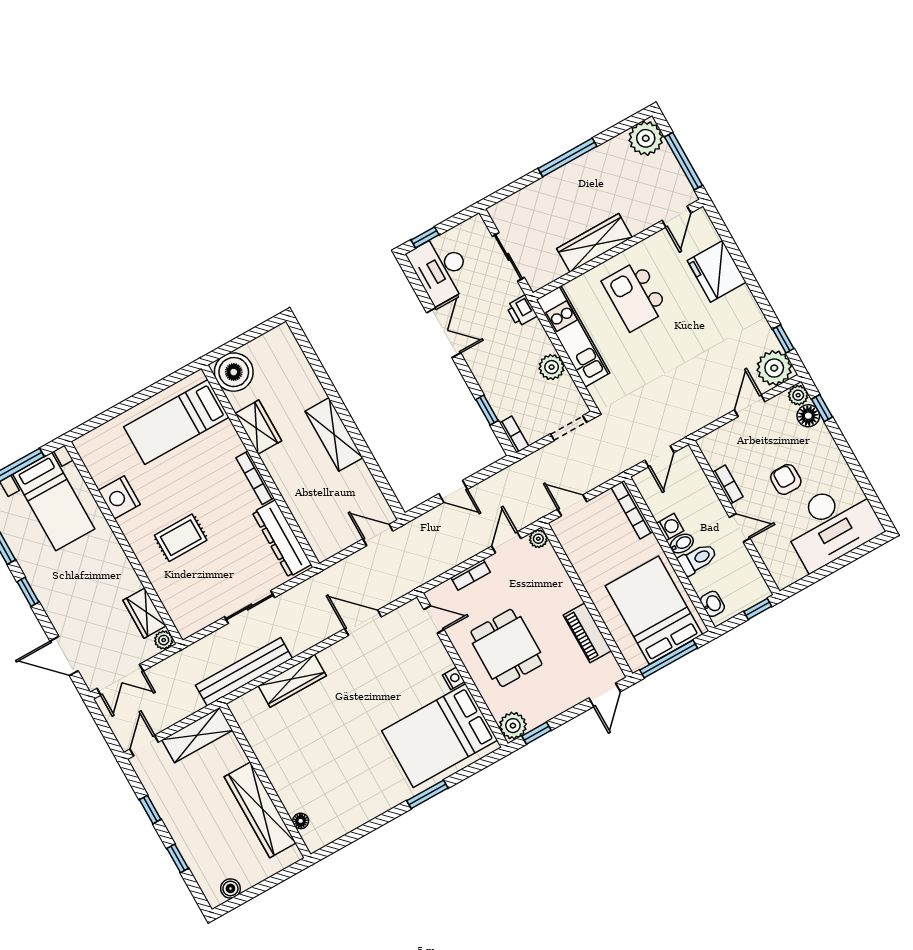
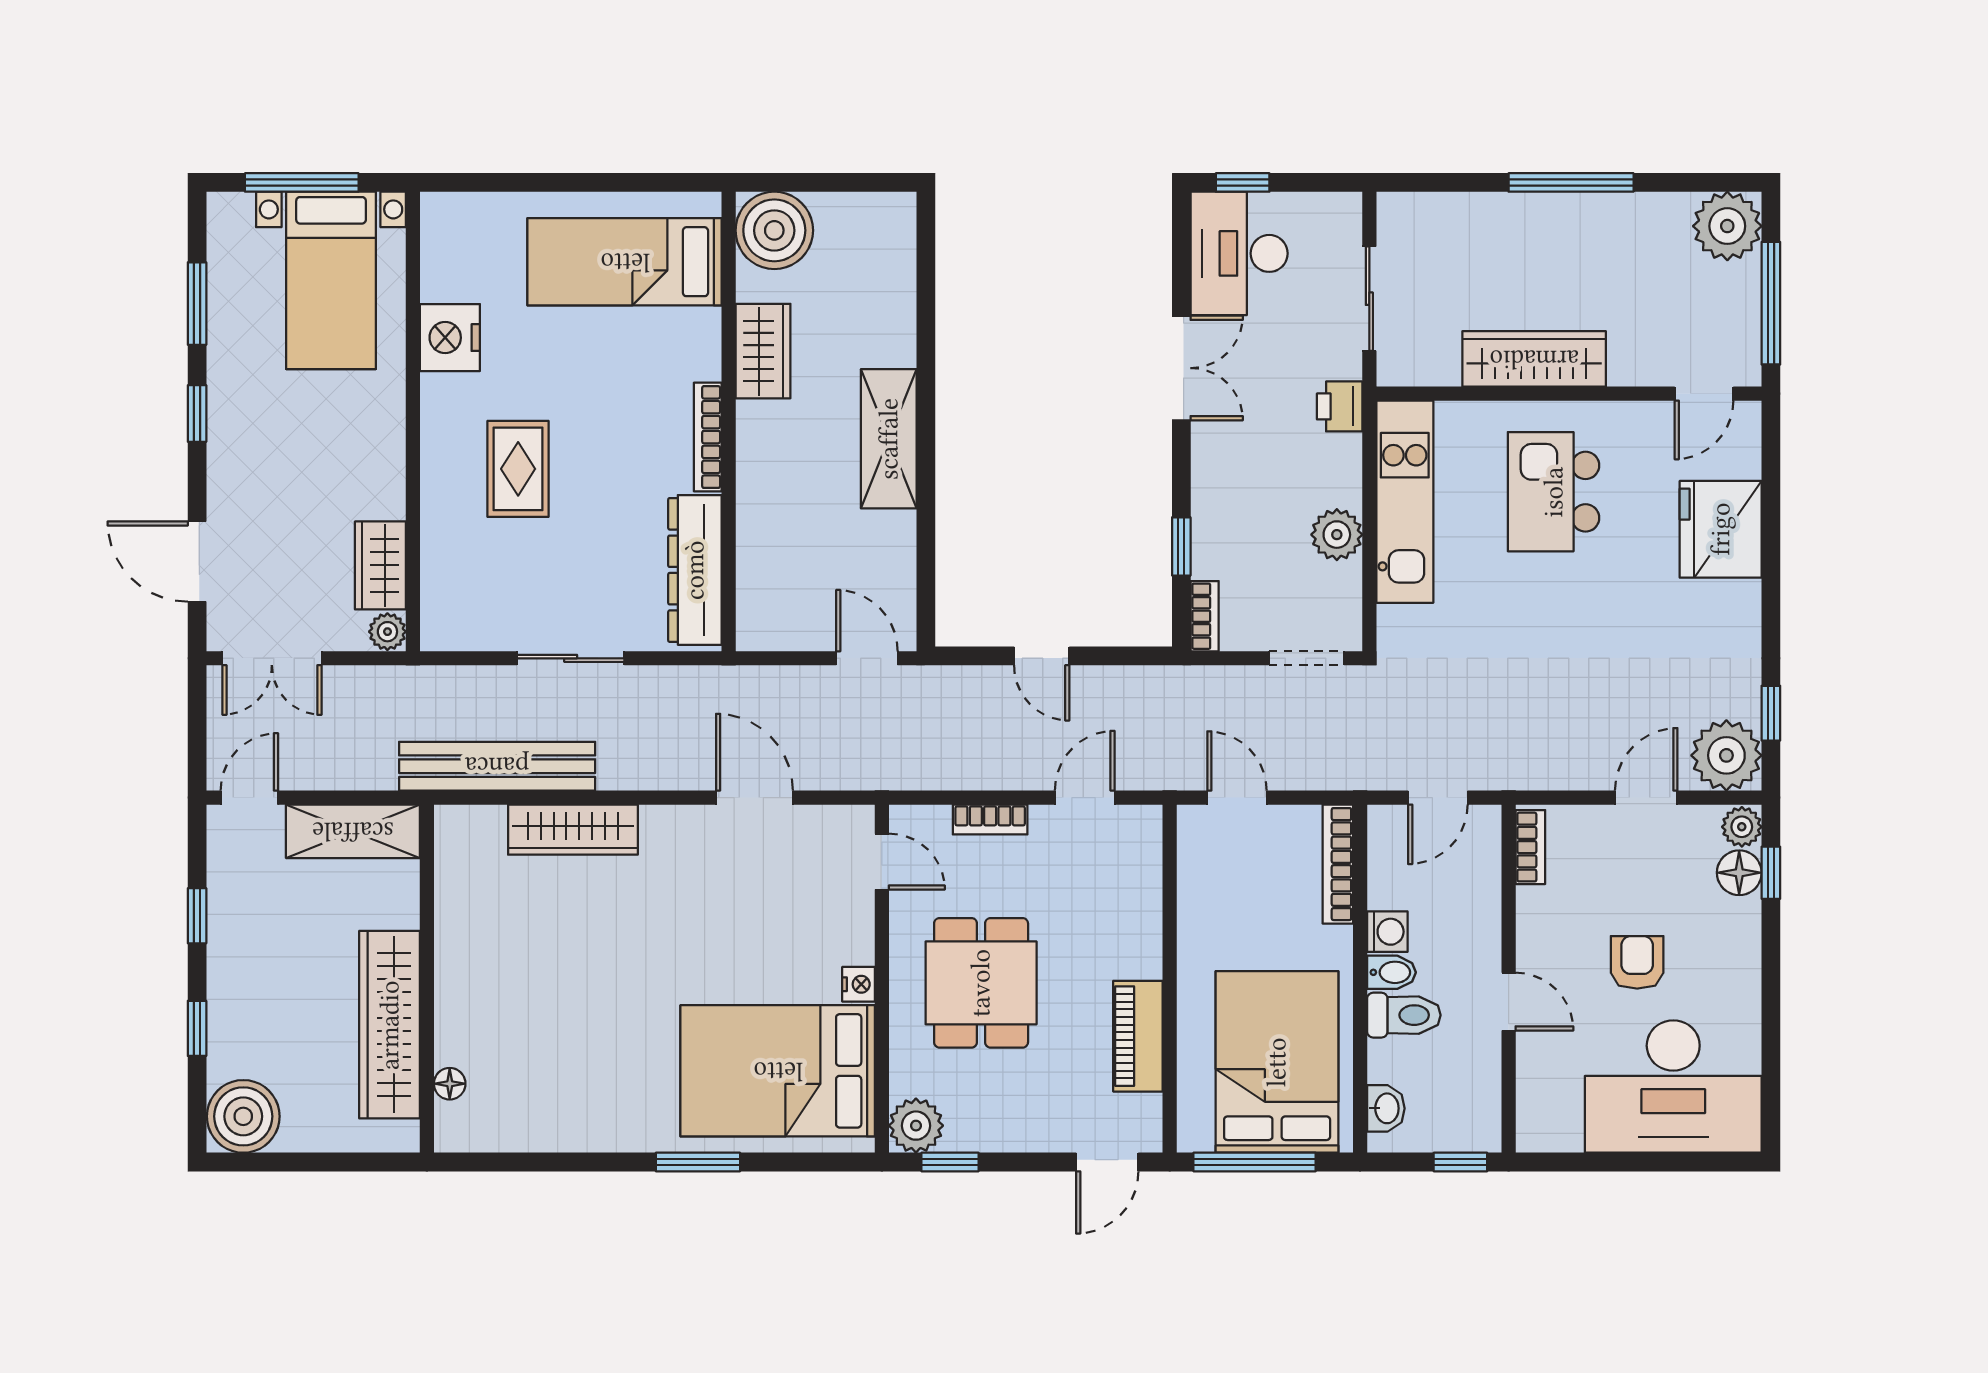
bookcase: (728, 485) -> (1530, 847), moved
rug: (181, 538) -> (518, 469), turned 90
plant: (538, 539) -> (1145, 823), removed
boiler: (230, 888) -> (243, 1116), width x1.86, depth x1.86

